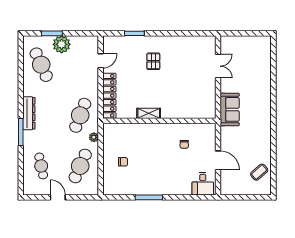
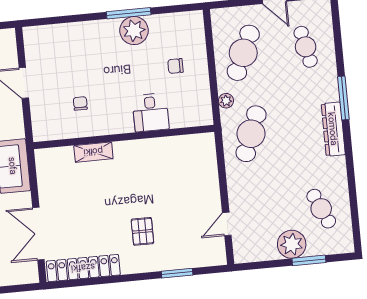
cafe table: (41, 65) -> (321, 209), width x0.73, depth x0.74
double door: (218, 66) -> (38, 234), width x1.37
locker: (109, 96) -> (83, 268), moved, turned 90
shelving: (149, 113) -> (93, 152), moved
desk: (203, 184) -> (151, 112), moved, turned 180
plant: (147, 186) -> (134, 31), added

